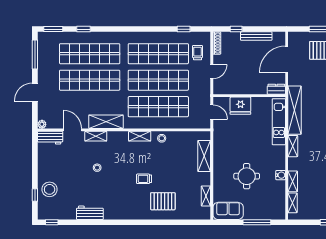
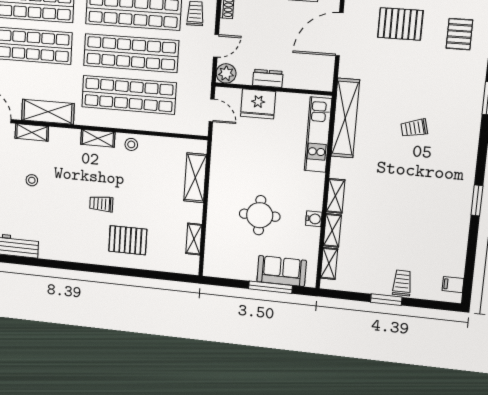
plant: (219, 88) -> (226, 73), added
dresser: (276, 89) -> (268, 78), moved
shelving: (293, 146) -> (335, 196), moved
sofa: (228, 211) -> (282, 271), moved

